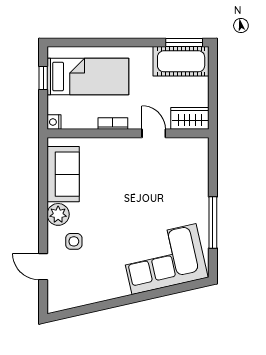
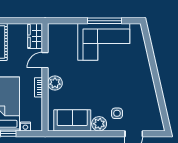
nightstand: (54, 122) -> (25, 126), moved
plant: (119, 148) -> (55, 83), added
corner sofa: (164, 259) -> (104, 42), moved, turned -77

